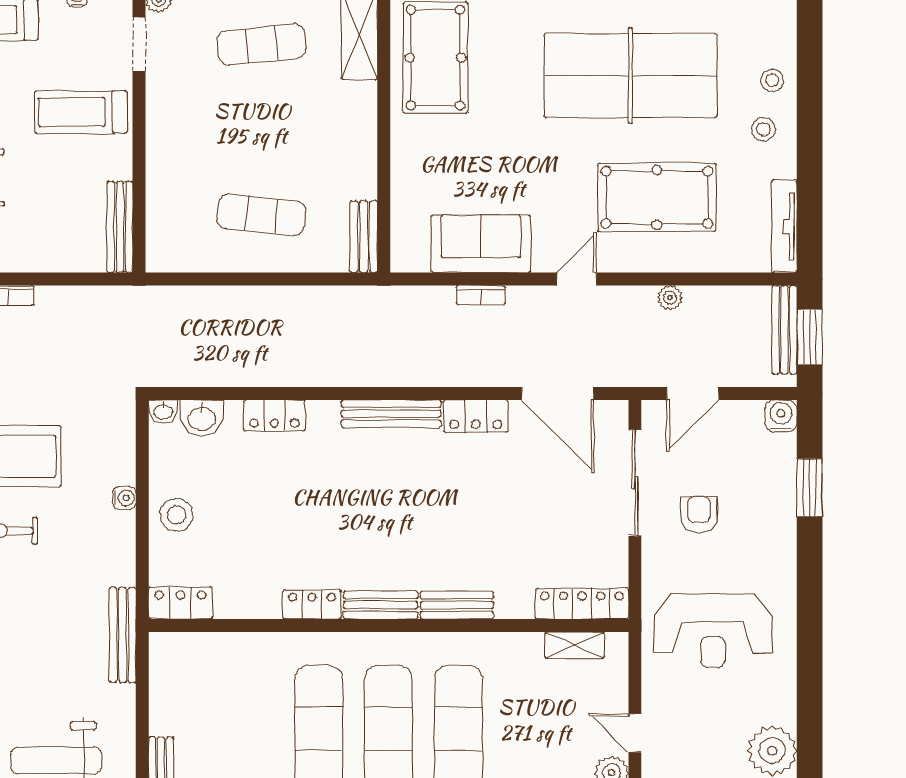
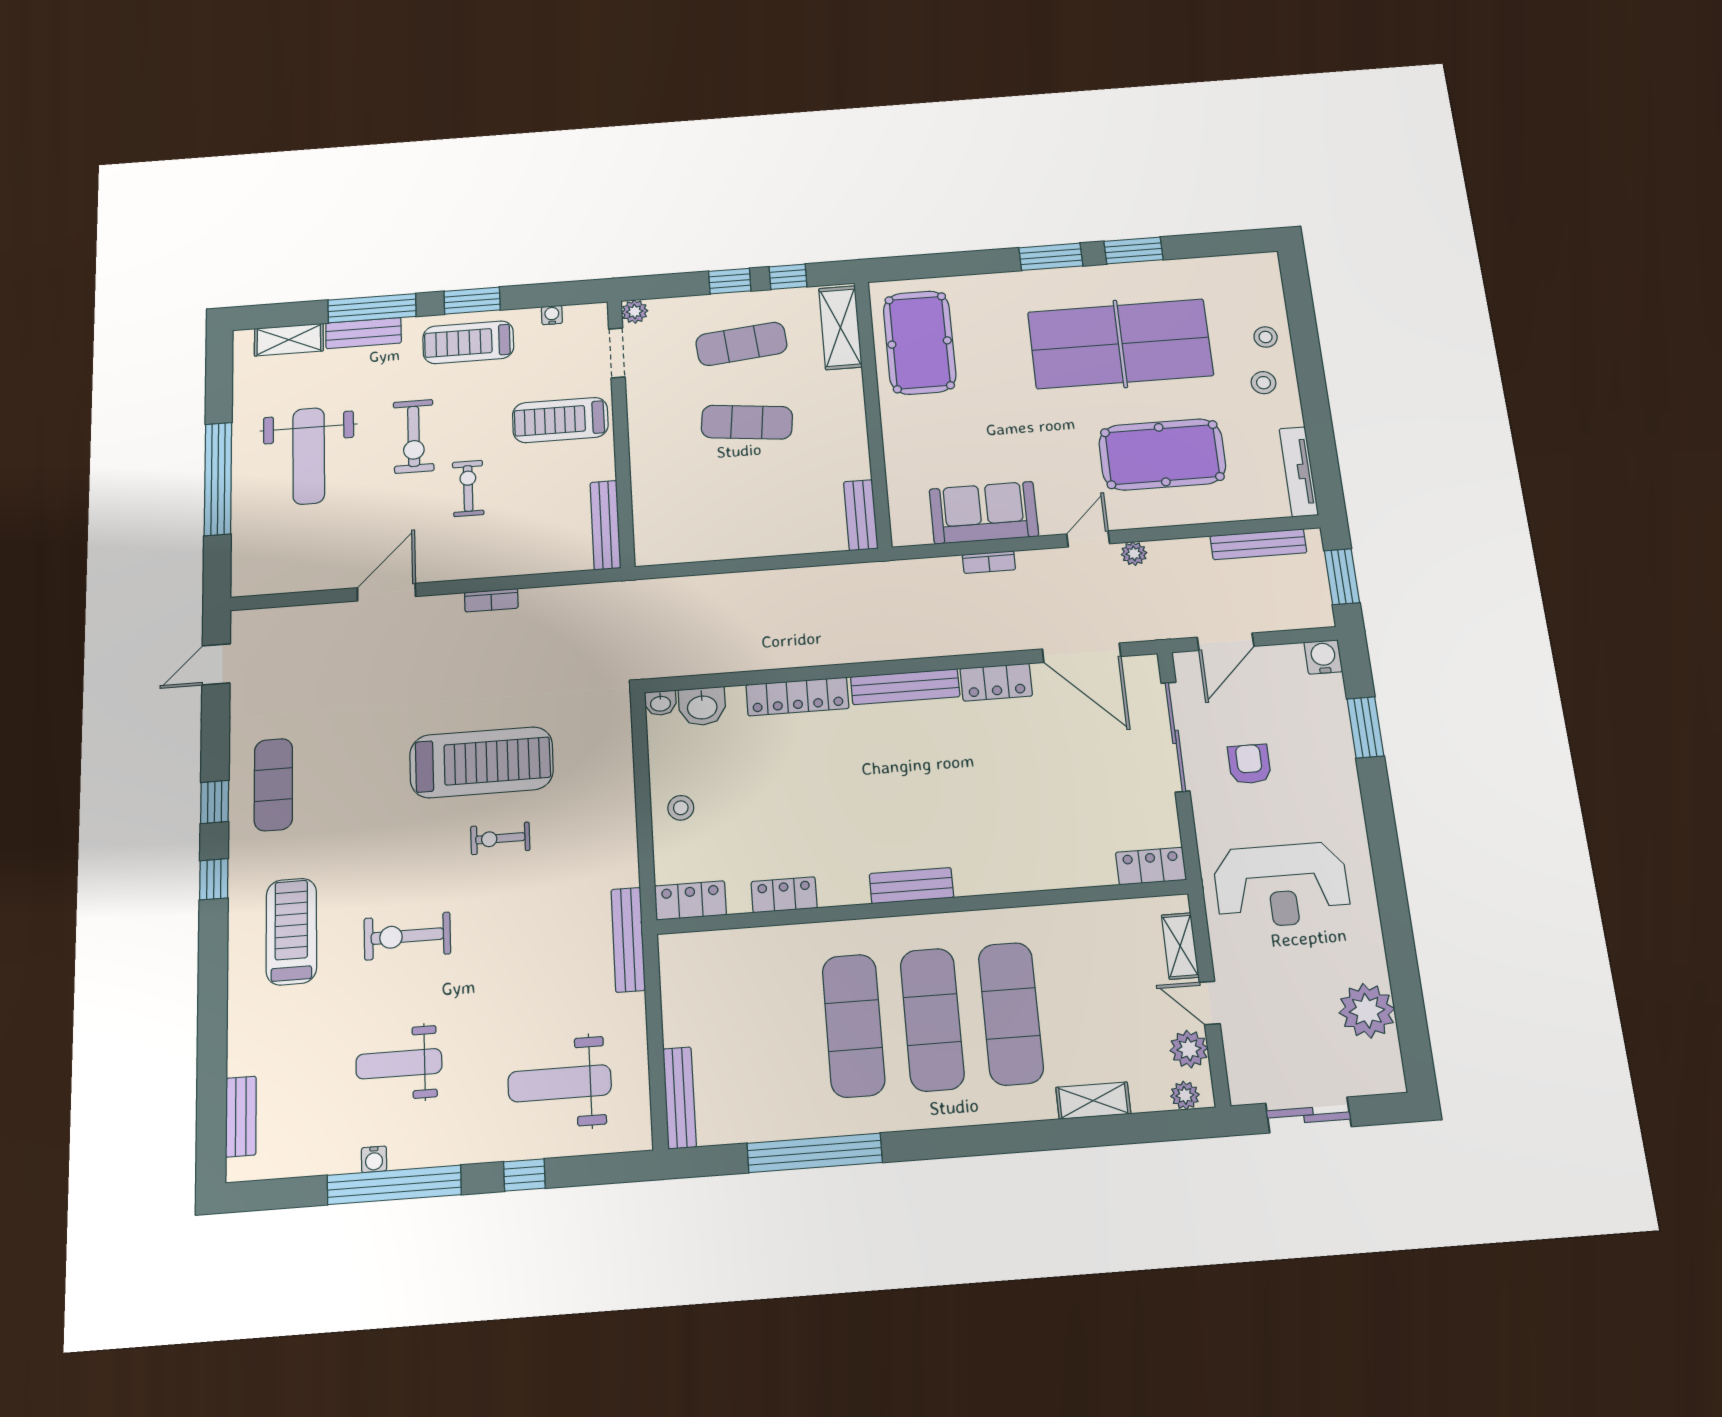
exercise mat: (261, 215) -> (747, 422), moved
plant: (670, 298) -> (1134, 554), moved
bench: (785, 330) -> (1258, 544), moved, turned 90
locker: (274, 415) -> (797, 697), width x1.53
water cooler: (124, 498) -> (623, 795), removed
stool: (176, 515) -> (681, 808), width x0.73, depth x0.73
locker: (312, 604) -> (784, 895), moved
locker: (582, 604) -> (1151, 866), width x0.66
bench: (457, 605) -> (996, 879), removed
shelving: (575, 645) -> (1180, 946), moved, turned 90

